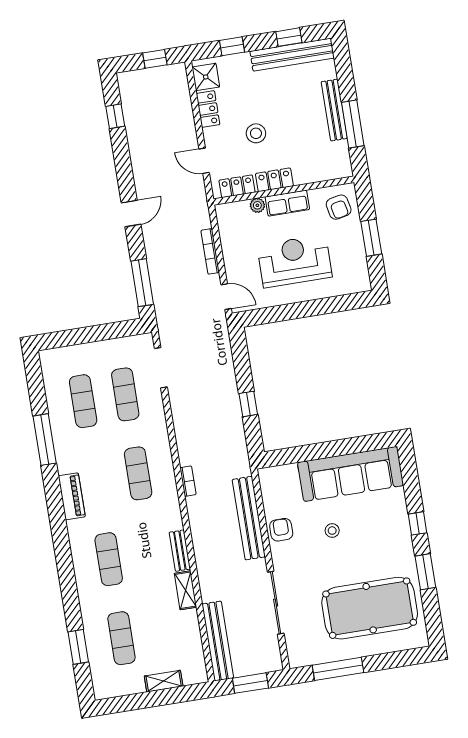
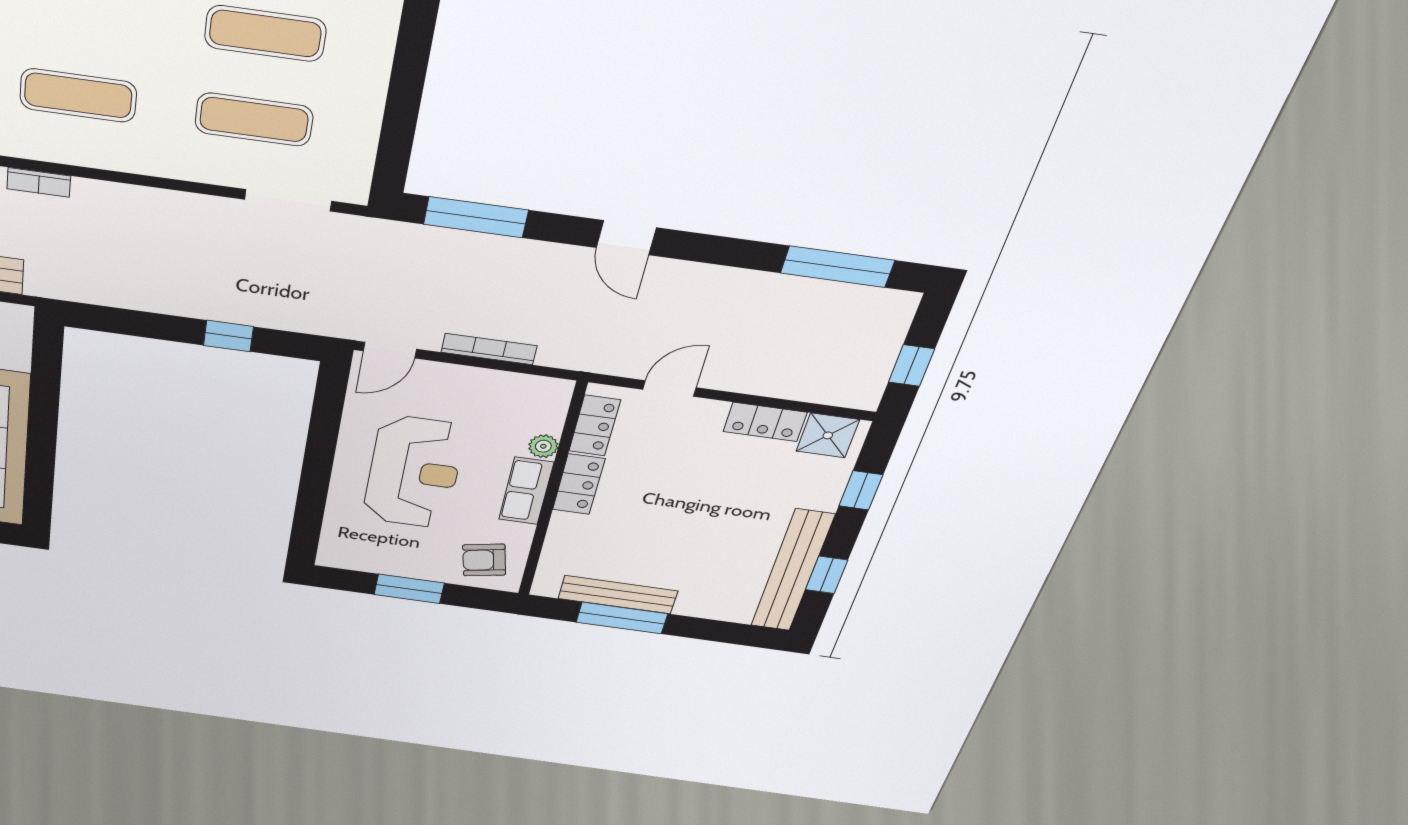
bench: (334, 110) -> (618, 595), moved
window: (115, 116) -> (837, 267), width x2.17
stool: (256, 133) -> (679, 481), removed
window: (248, 404) -> (228, 336), moved

